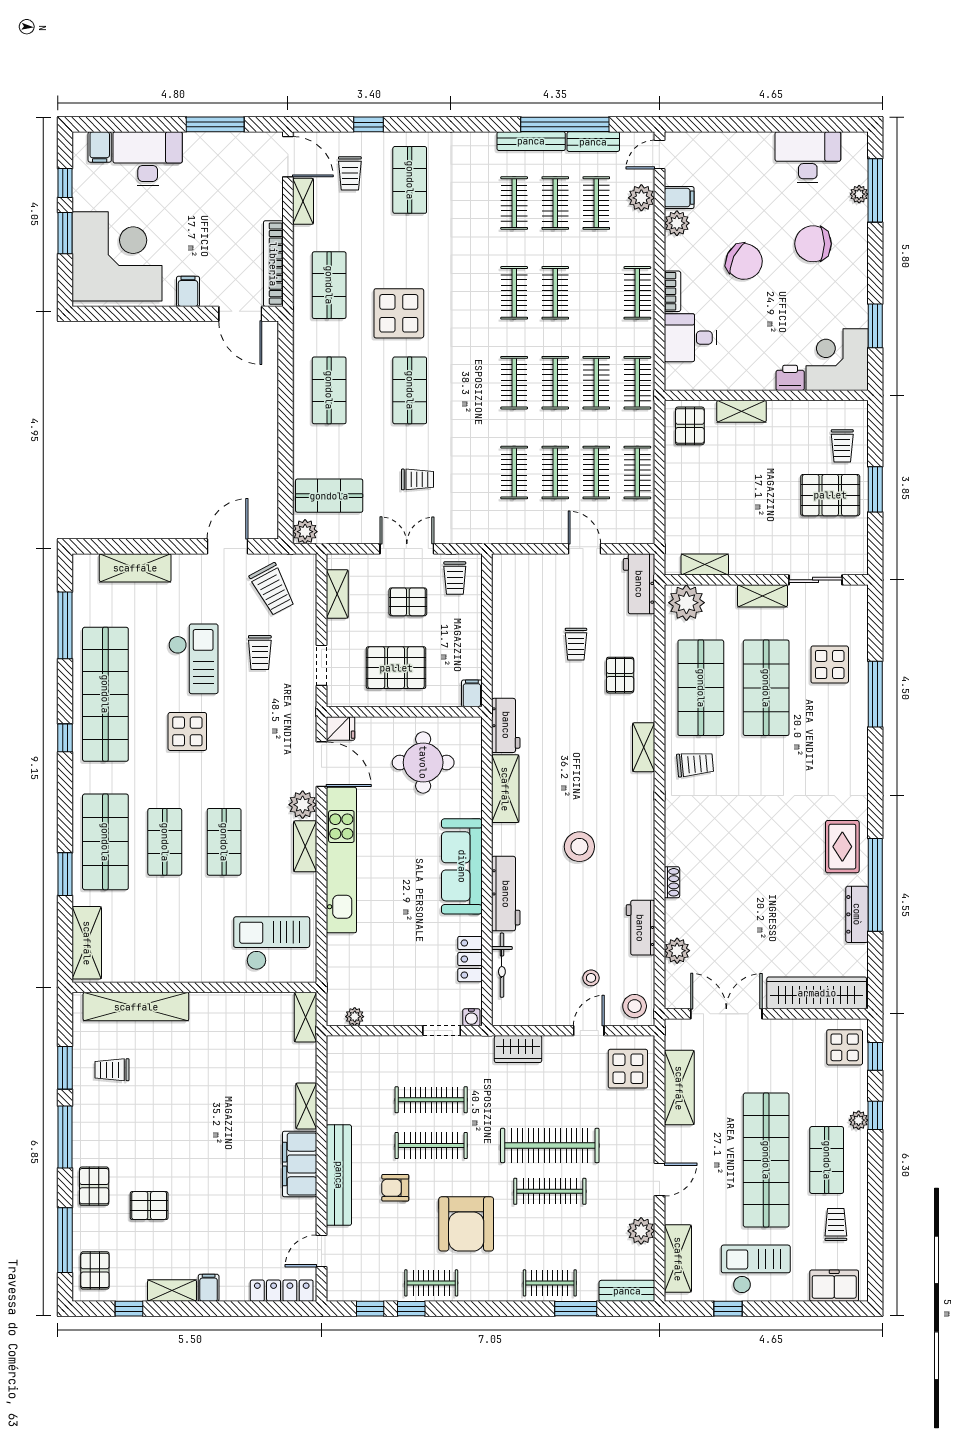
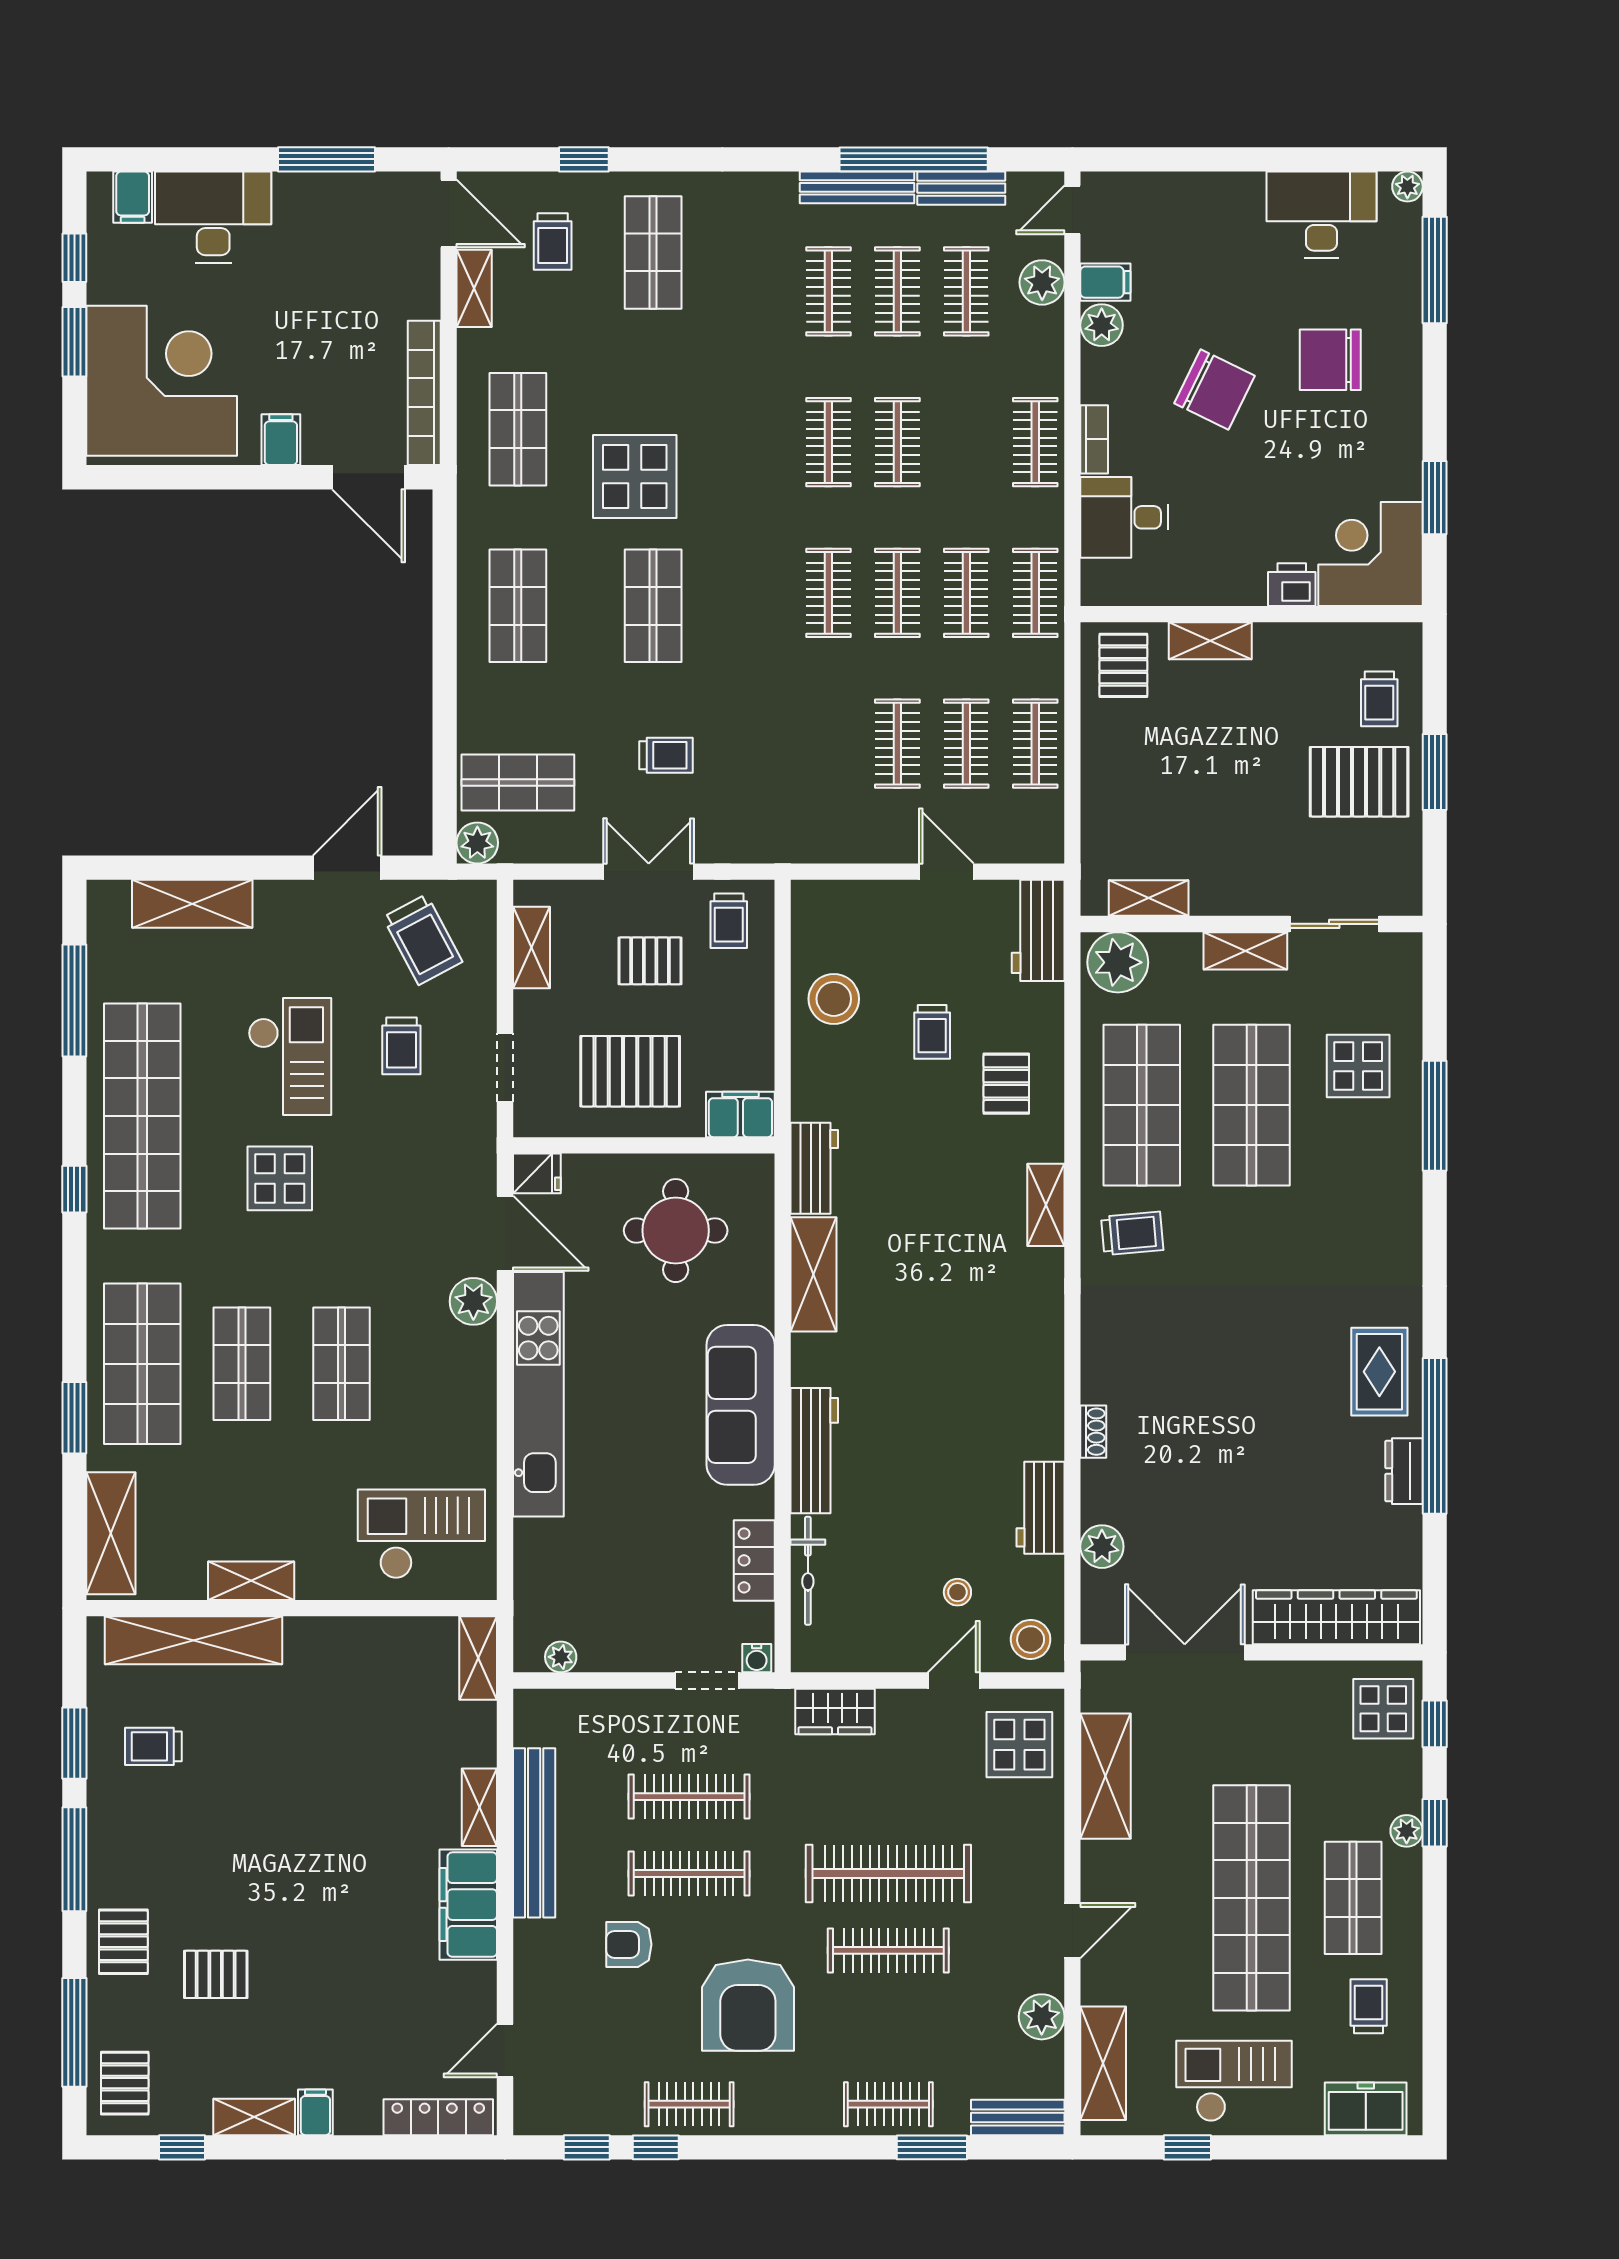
plant: (859, 194) -> (1407, 187), moved
clothes rail: (514, 473) -> (828, 744), removed
filing cabinet: (472, 693) -> (740, 1114), width x2.00
shelving: (305, 846) -> (251, 1581), moved, turned 90
stool: (579, 847) -> (834, 999), moved
dresser: (857, 914) -> (1404, 1471), width x0.70
bench: (339, 1175) -> (534, 1833), moved

